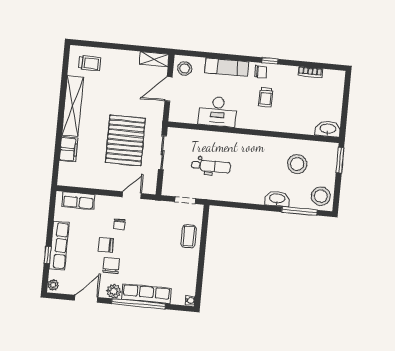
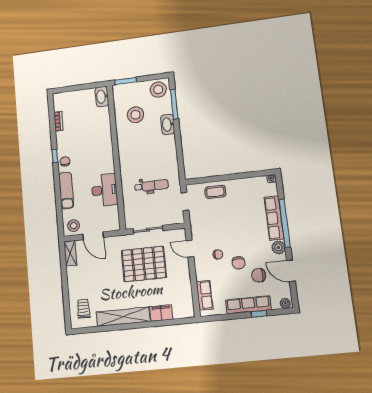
trolley: (266, 97) -> (85, 153), removed
dental chair: (211, 166) -> (151, 186), turned 90
chair: (111, 266) -> (259, 275), moved

